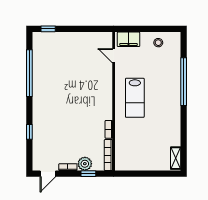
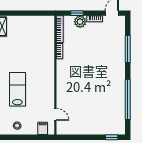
filing cabinet: (129, 39) -> (43, 128), width x0.50
lab bench: (135, 98) -> (17, 89), moved
window: (29, 132) -> (128, 49), width x2.17

